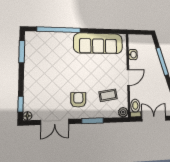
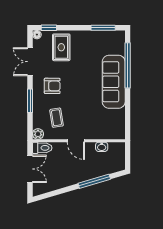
sofa: (98, 43) -> (114, 82), moved
rug: (41, 92) -> (61, 47), added

